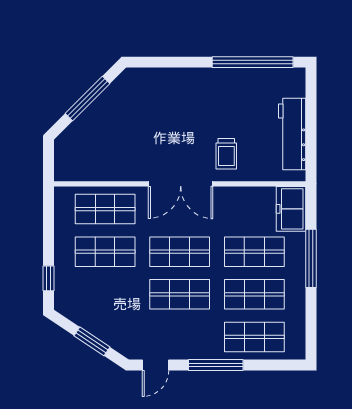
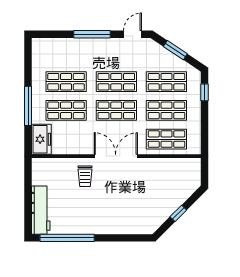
window: (88, 98) -> (178, 213), width x0.46
workbench: (292, 134) -> (41, 210), moved
trolley: (226, 154) -> (85, 176), turned 180
shop shelf: (254, 337) -> (166, 82), moved

